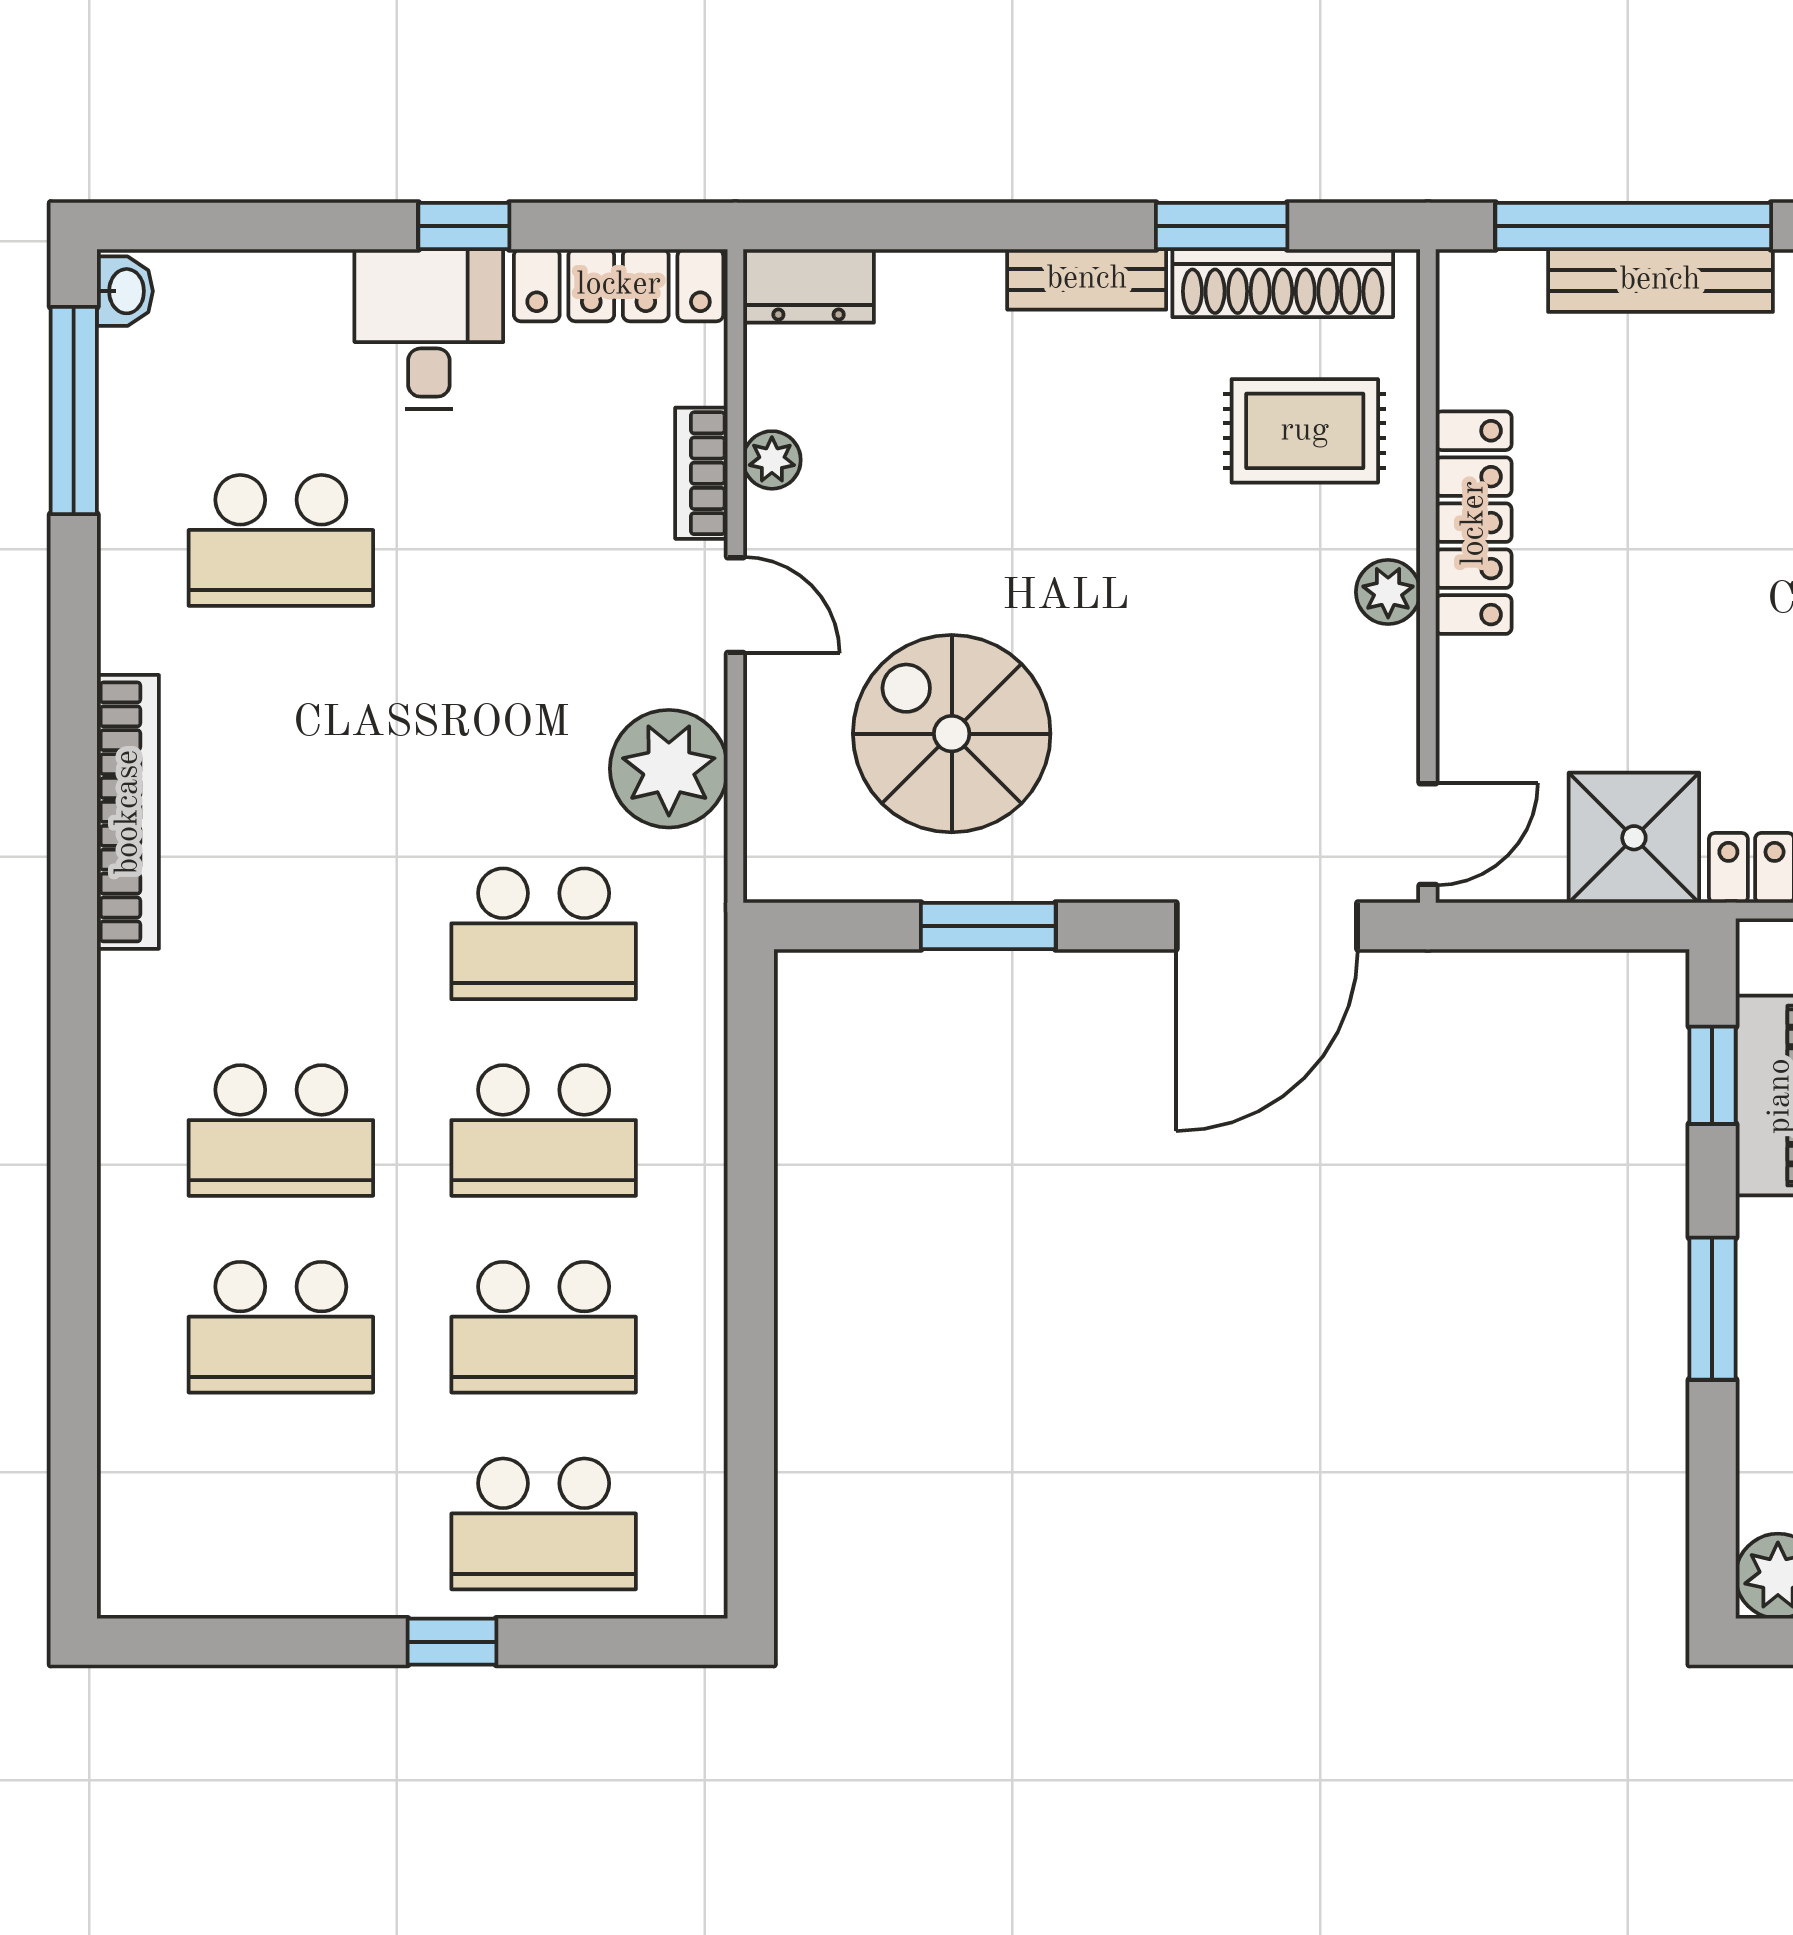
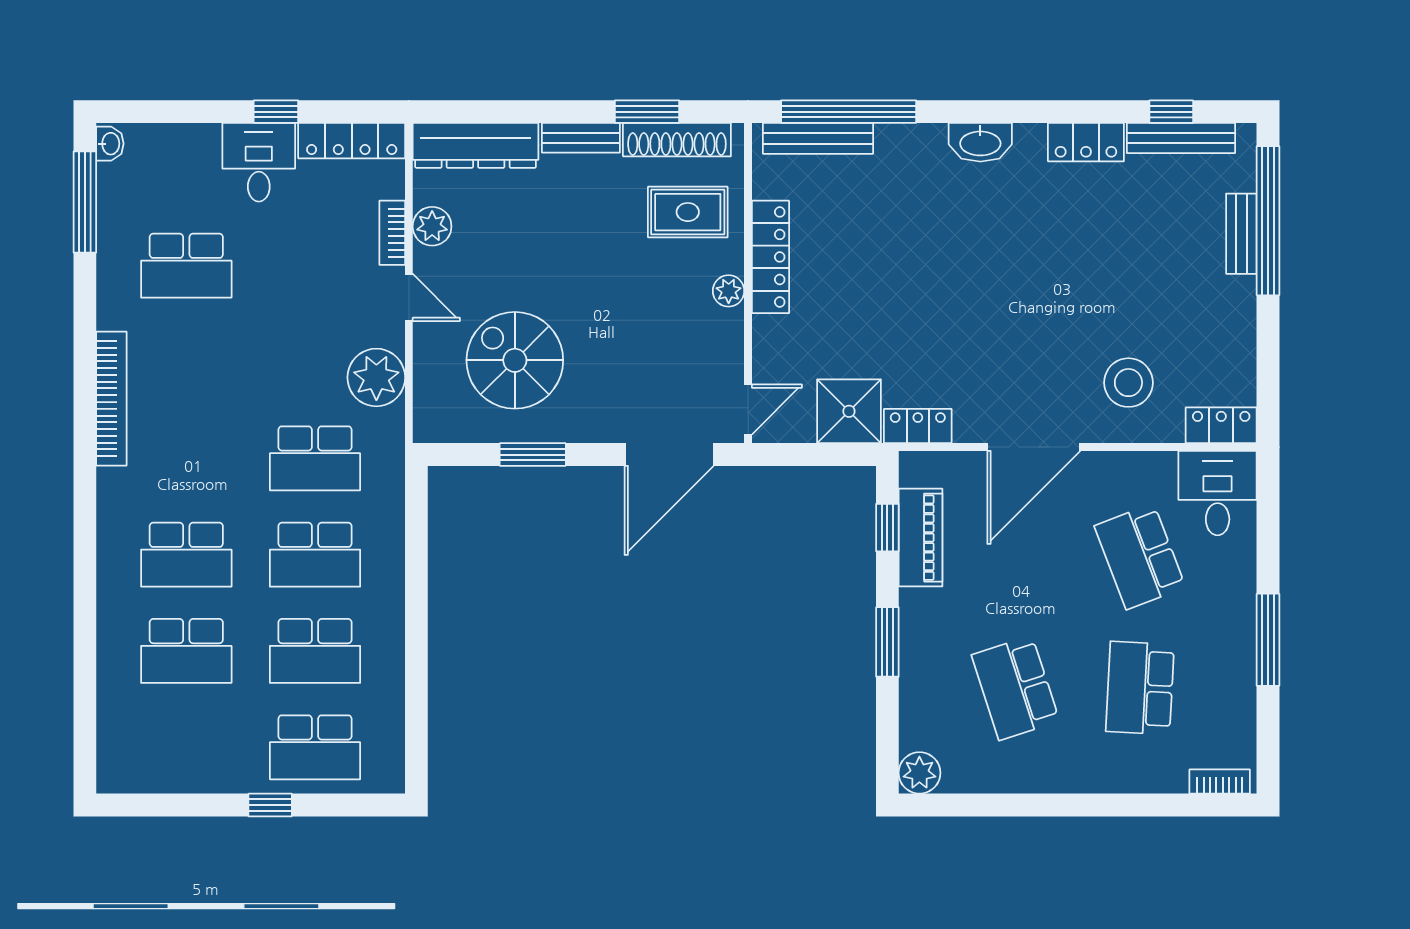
bench: (1660, 280) -> (818, 138), moved
dresser: (809, 286) -> (476, 145), width x1.96, depth x1.24
plant: (772, 460) -> (432, 226), width x1.38, depth x1.38

